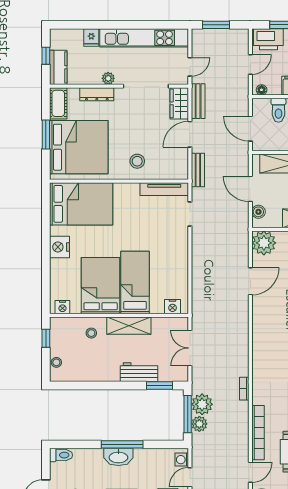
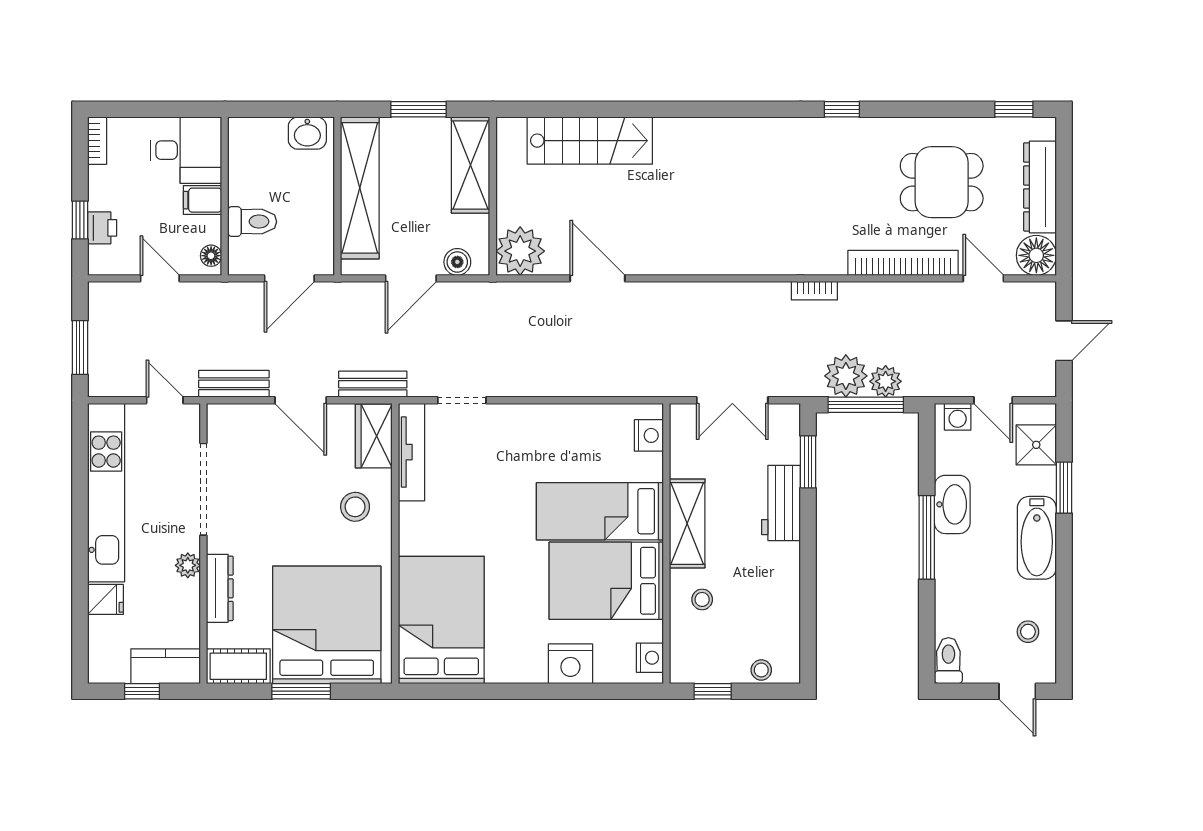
printer: (268, 39) -> (102, 228), width x0.53, depth x0.68
wardrobe: (179, 103) -> (374, 436), moved, turned 90
nightstand: (59, 247) -> (570, 664), moved
washbasin: (118, 457) -> (952, 504), moved

